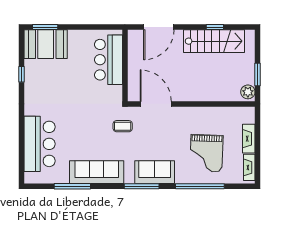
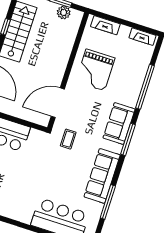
plant: (248, 92) -> (64, 13), moved
fireplace: (249, 139) -> (105, 25), moved
grand piano: (207, 153) -> (95, 70), moved, turned 88

